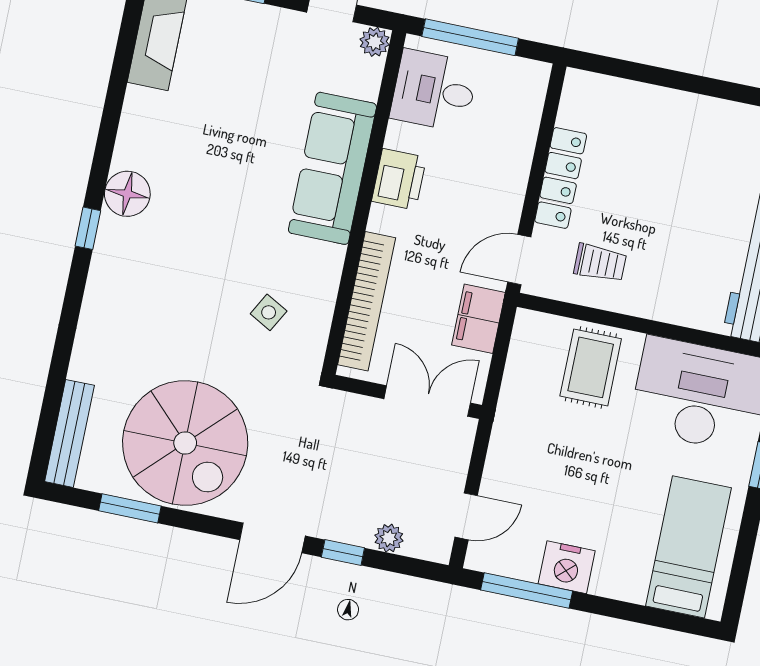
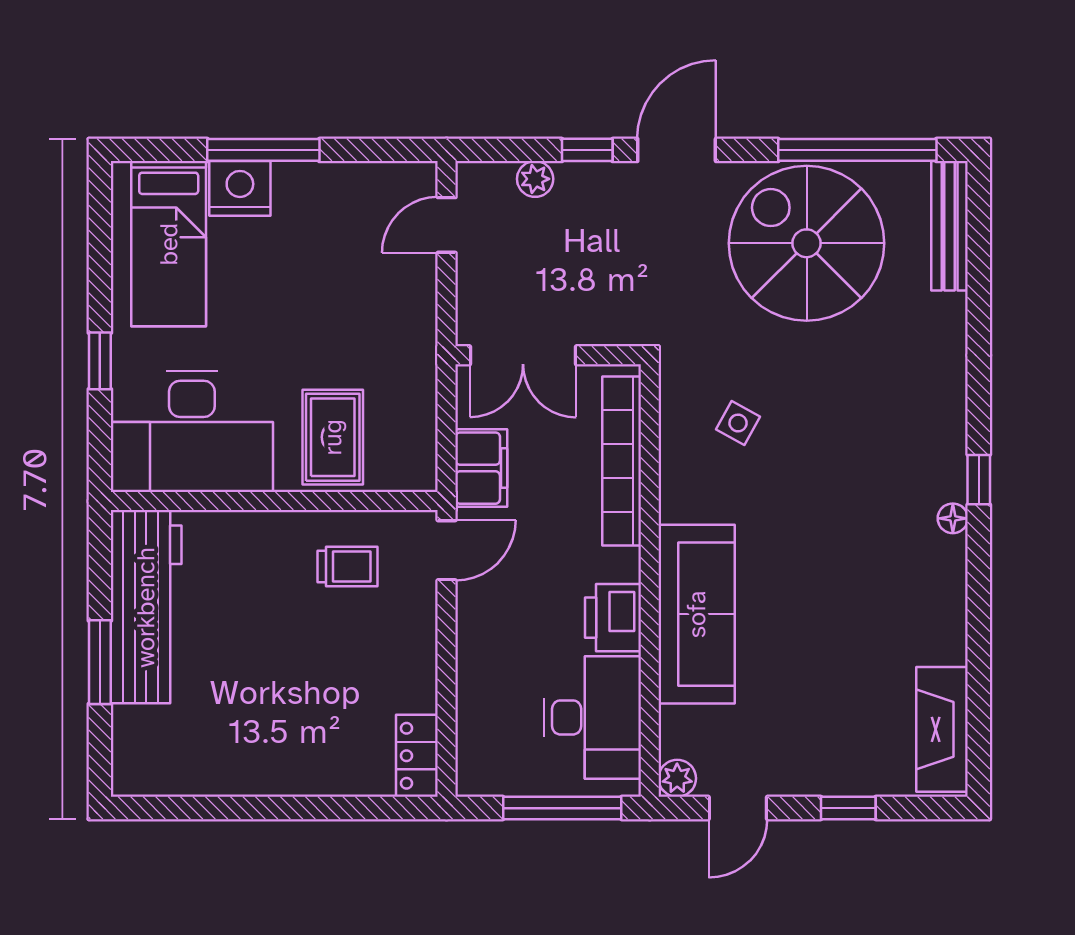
desk: (434, 91) -> (593, 717), width x1.37
locker: (561, 178) -> (417, 756), moved, width x0.66
floor lamp: (127, 194) -> (953, 518), width x0.53, depth x0.53
trolley: (600, 263) -> (348, 566), turned 180
window: (130, 508) -> (857, 150), width x2.11
nightstand: (567, 567) -> (240, 188), moved
window: (527, 591) -> (263, 150), moved

